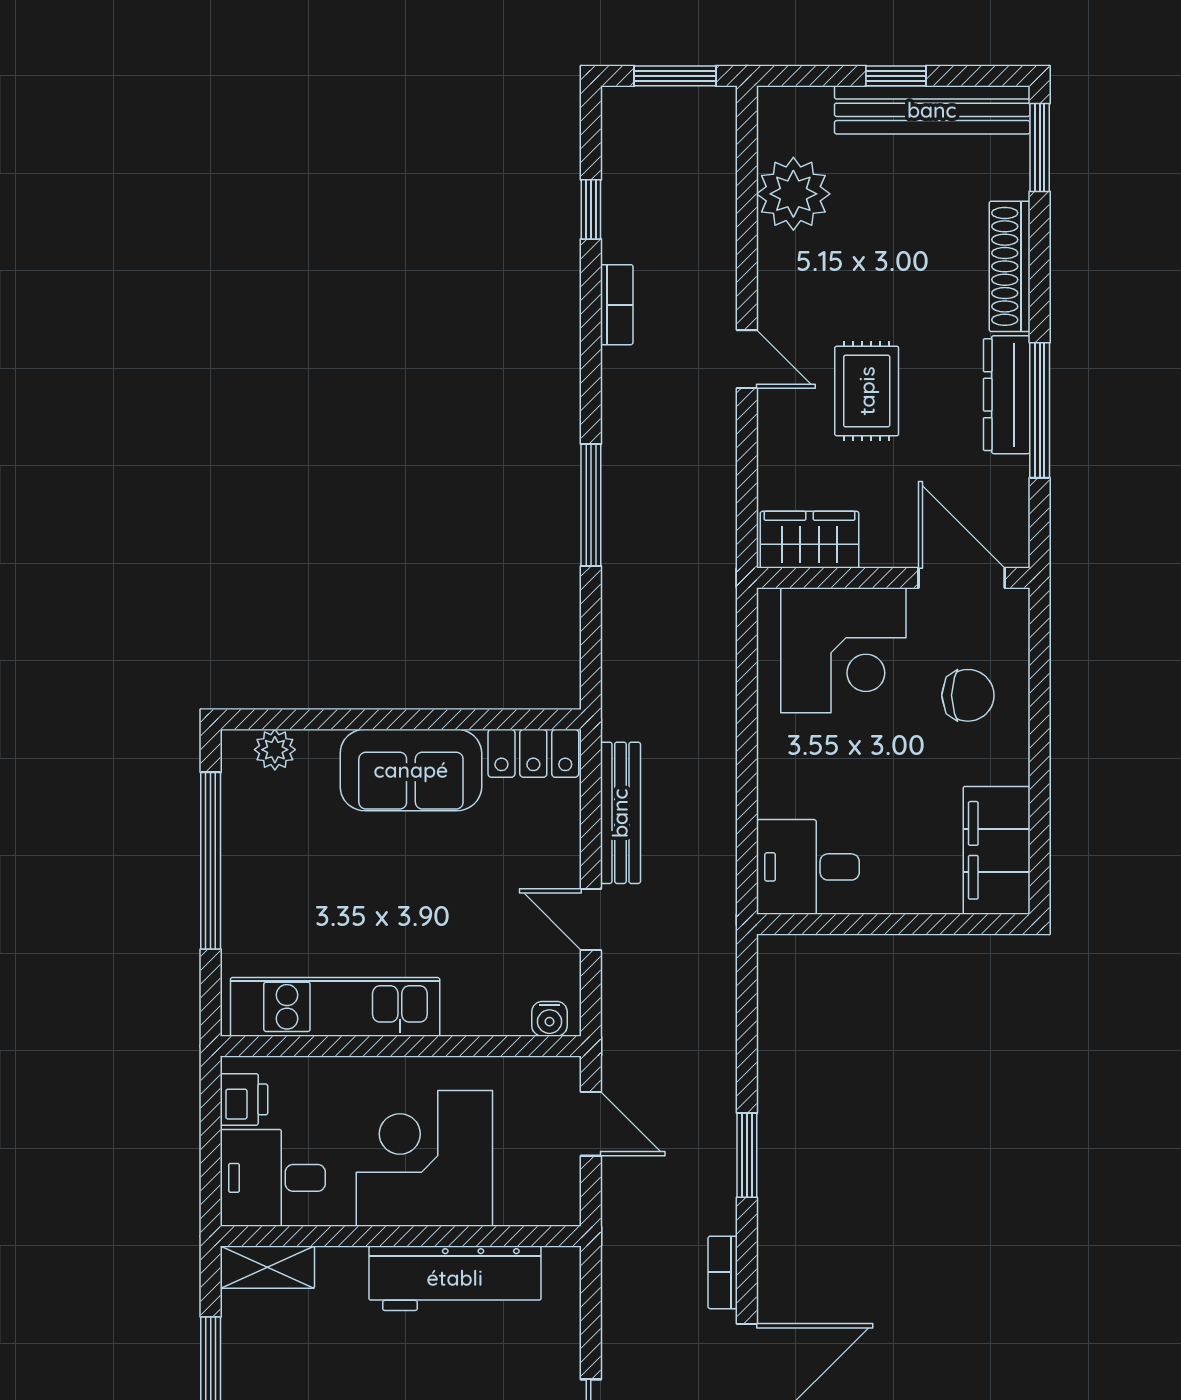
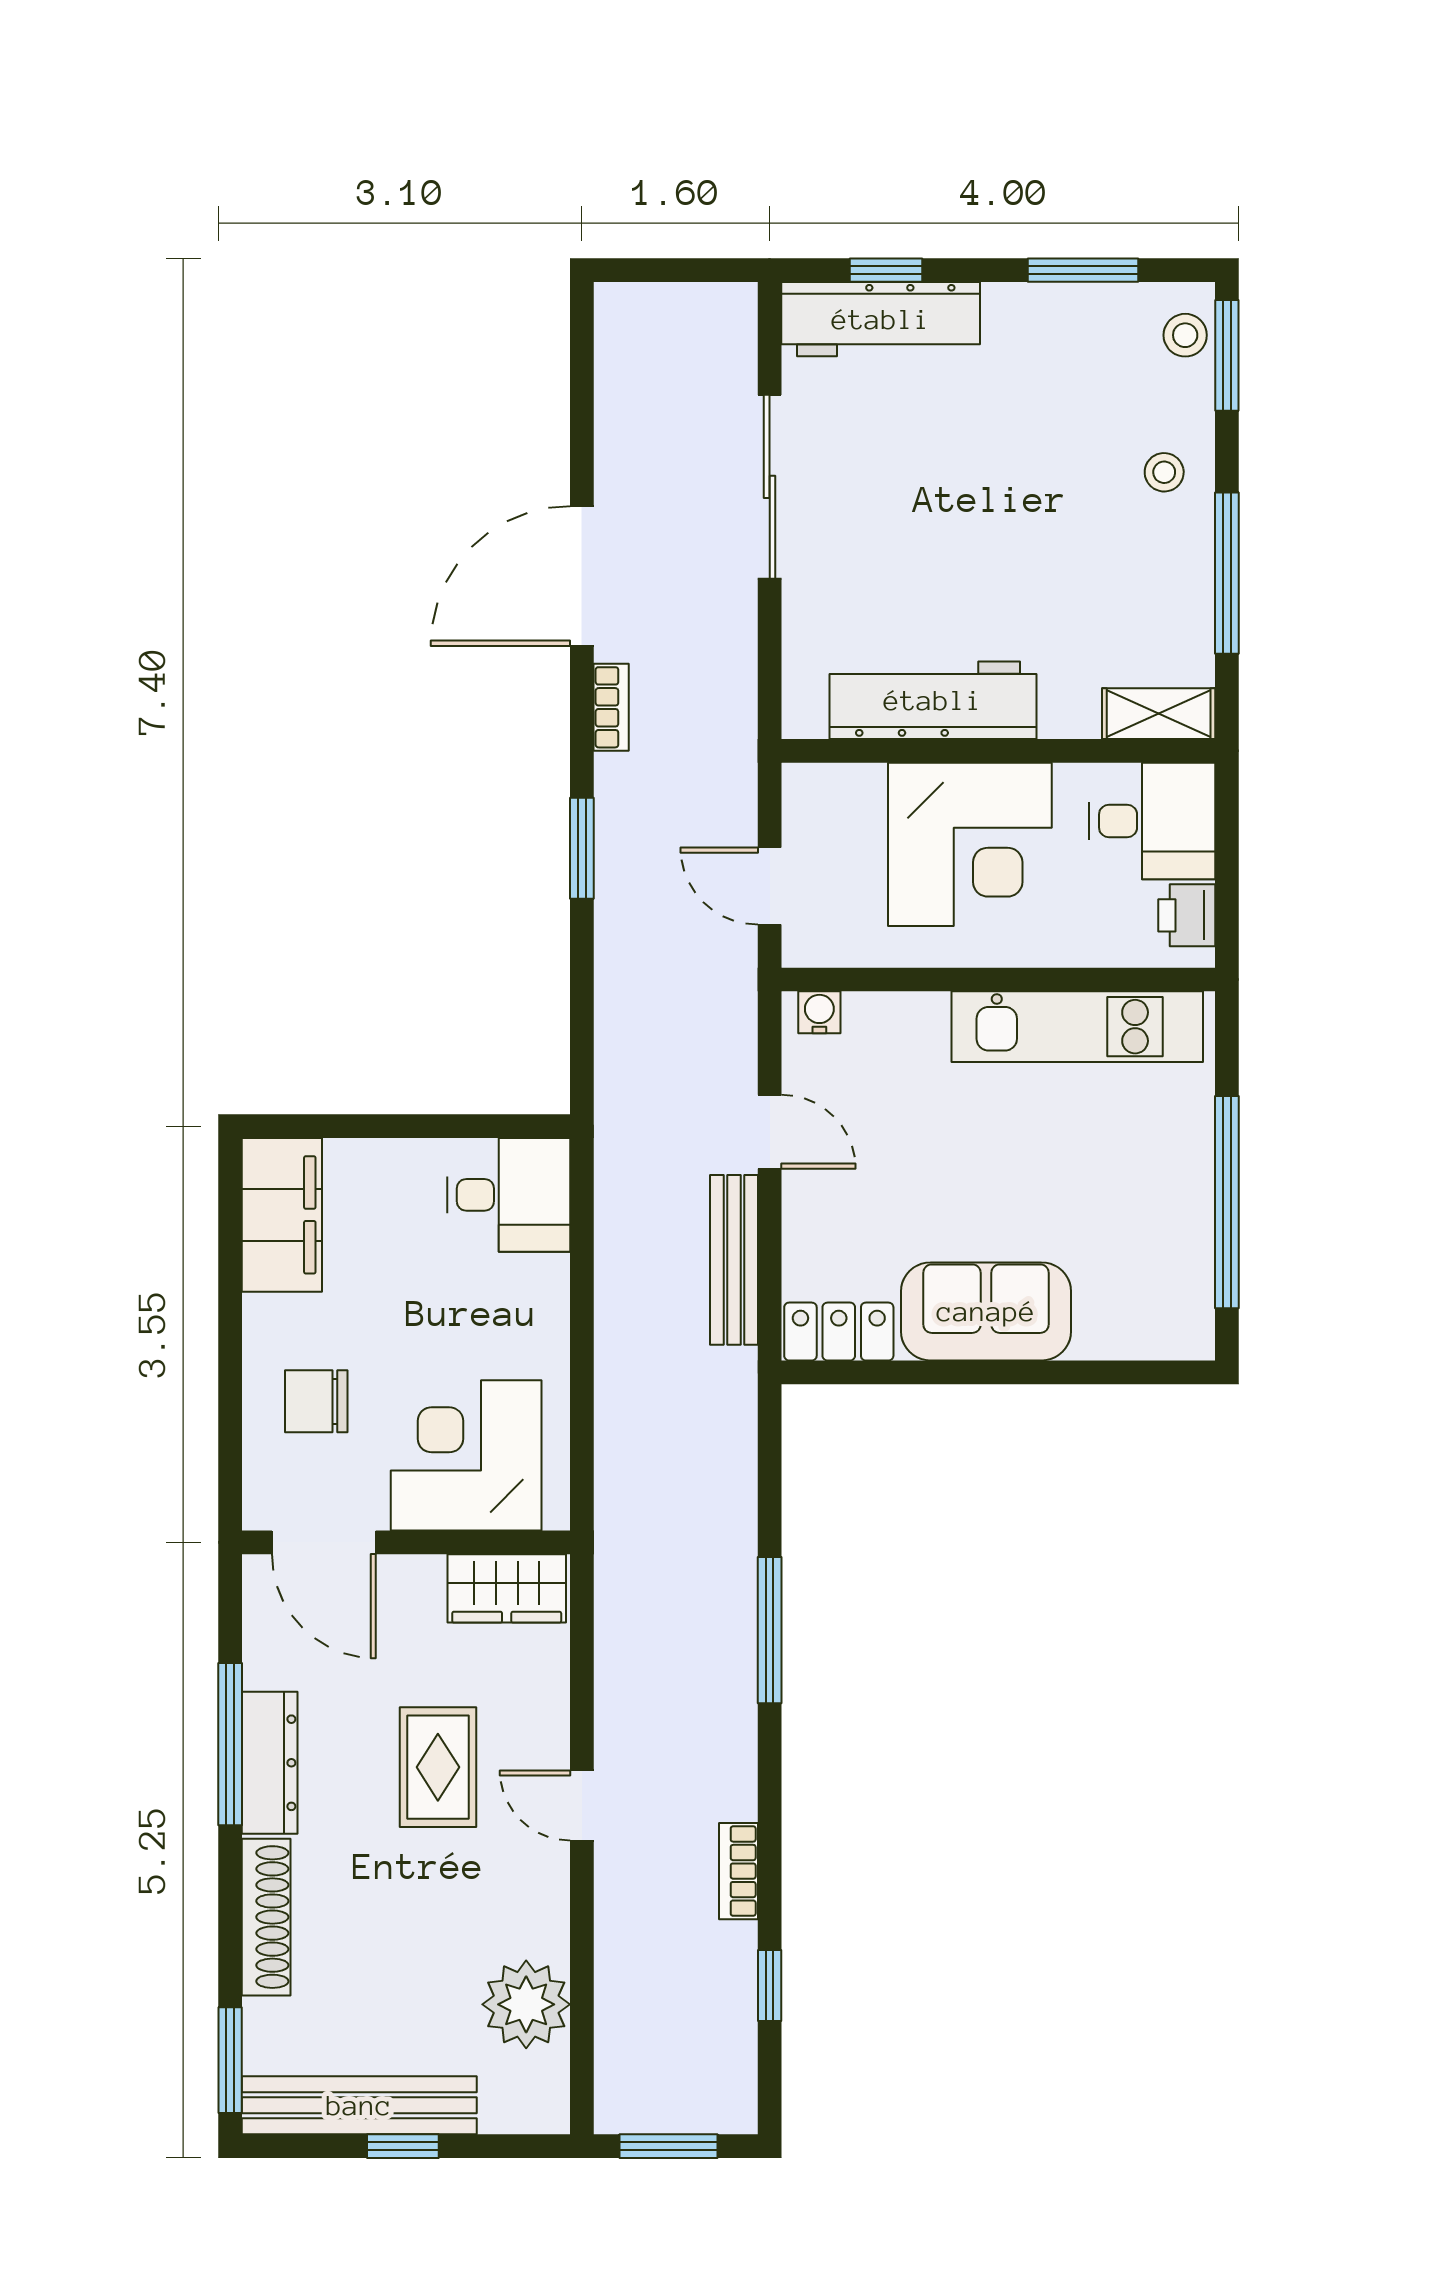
plant: (275, 750) -> (1150, 1336), removed

